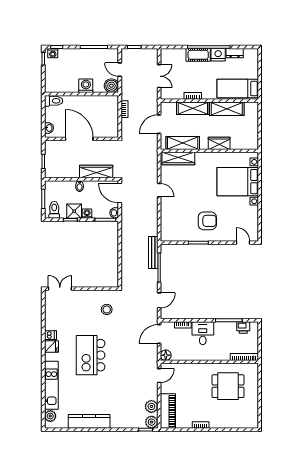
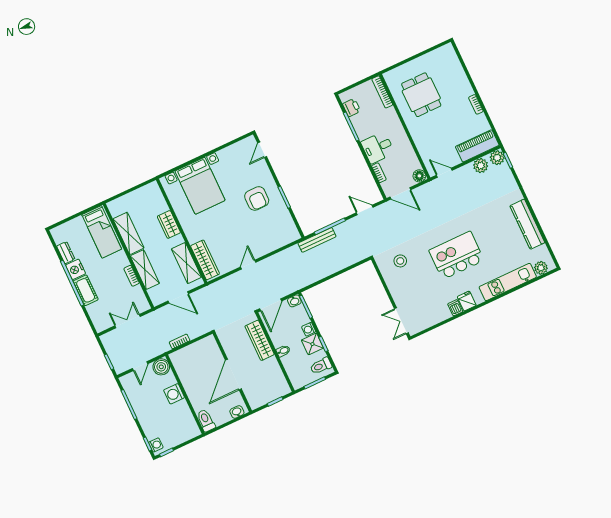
armchair: (207, 221) -> (257, 198), turned 180
kitchen island: (91, 355) -> (456, 255), turned 180

